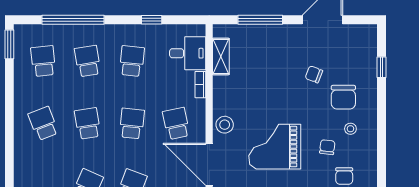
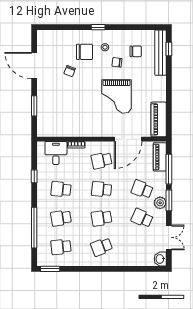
window: (260, 20) -> (34, 106), width x0.69
shelving: (221, 56) -> (58, 131), removed
window: (381, 67) -> (98, 27), moved
stool: (225, 125) -> (102, 129), removed

